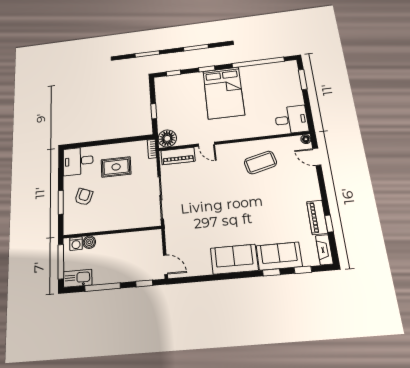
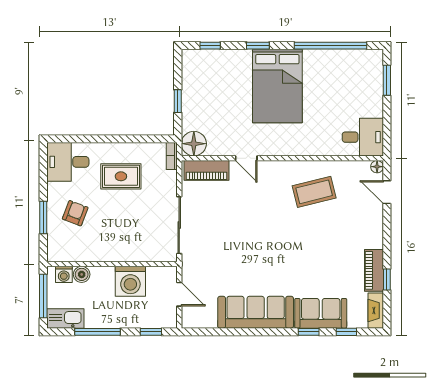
washing machine: (126, 244) -> (130, 281), added
sofa: (234, 259) -> (256, 312), width x1.36
door: (165, 265) -> (179, 294), moved

